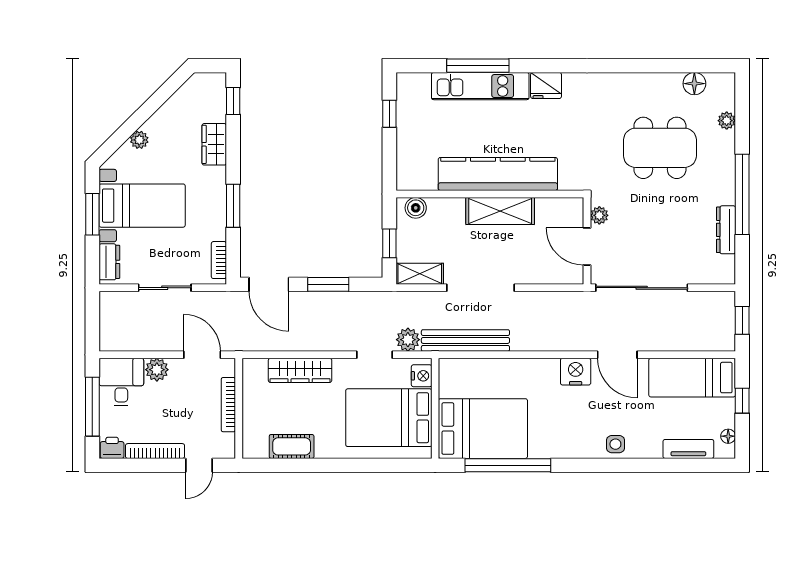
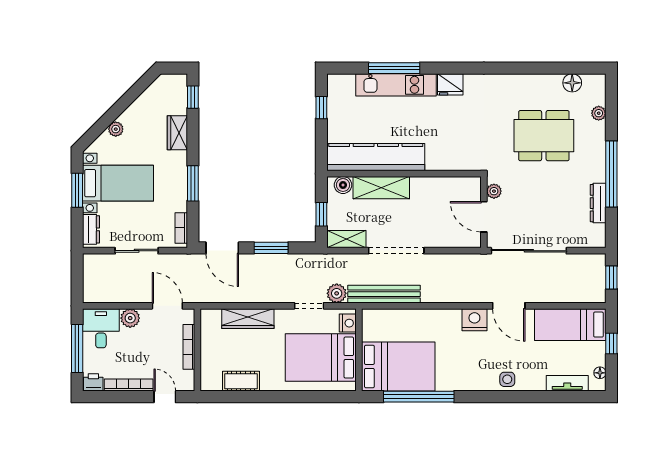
kitchen counter: (498, 174) -> (376, 157), moved
shelving: (500, 211) -> (381, 188), moved
door: (199, 465) -> (165, 397), swing flipped

